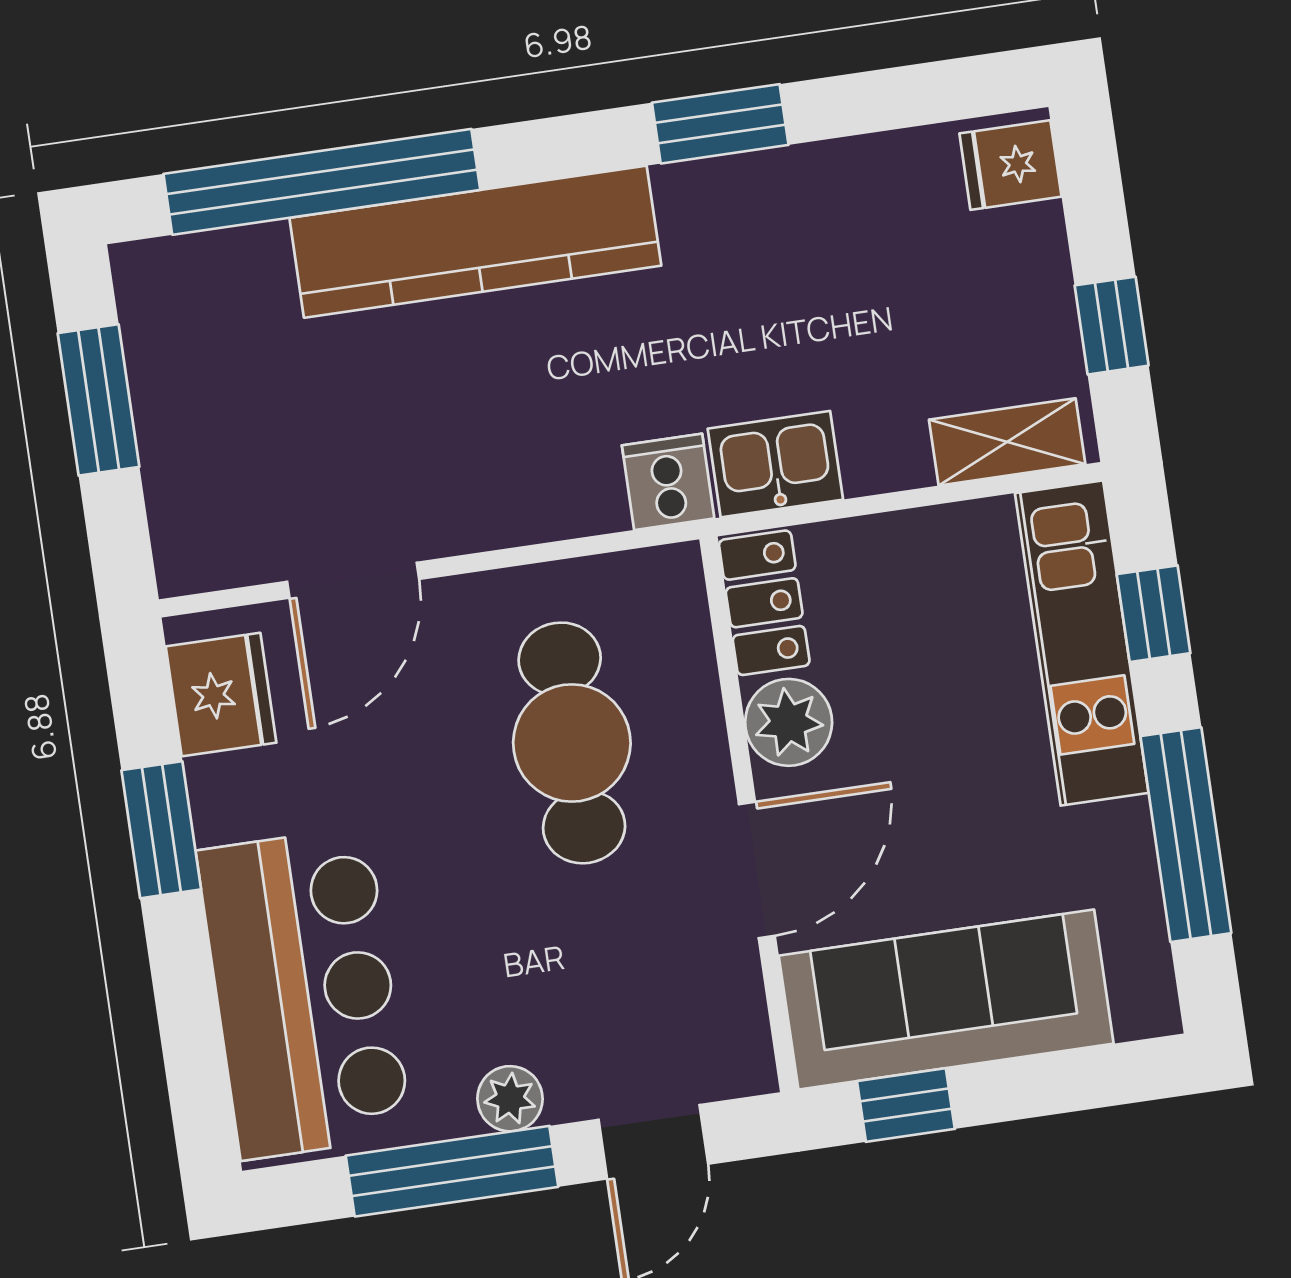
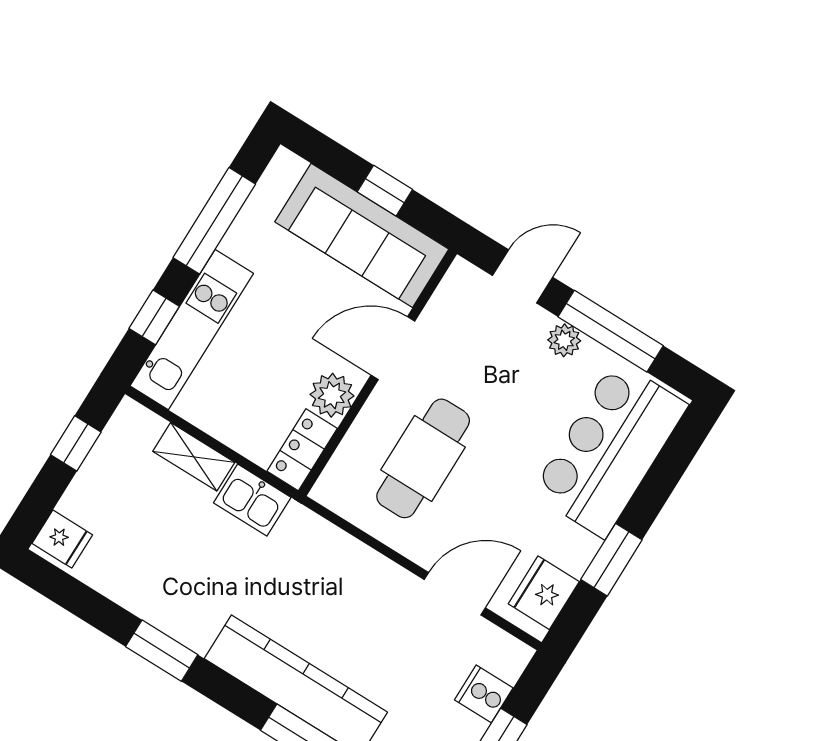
shelving: (1007, 442) -> (194, 457), moved
cooker: (668, 482) -> (484, 694), moved, turned 90
window: (906, 1105) -> (385, 191), moved

